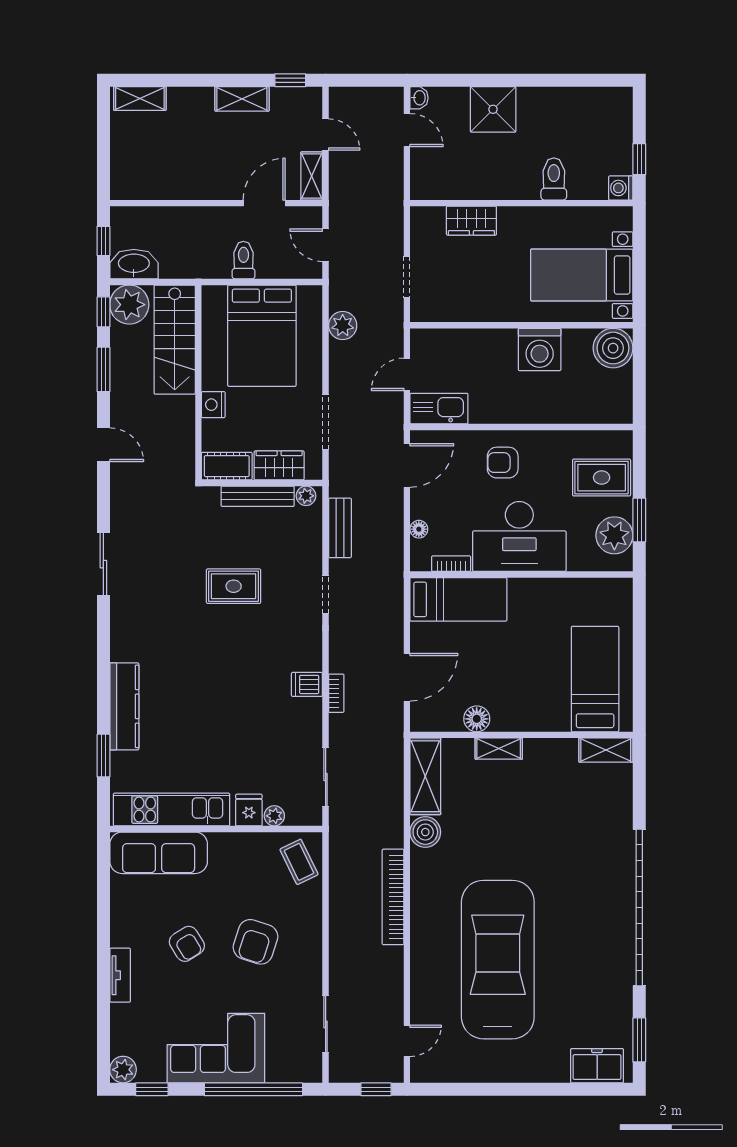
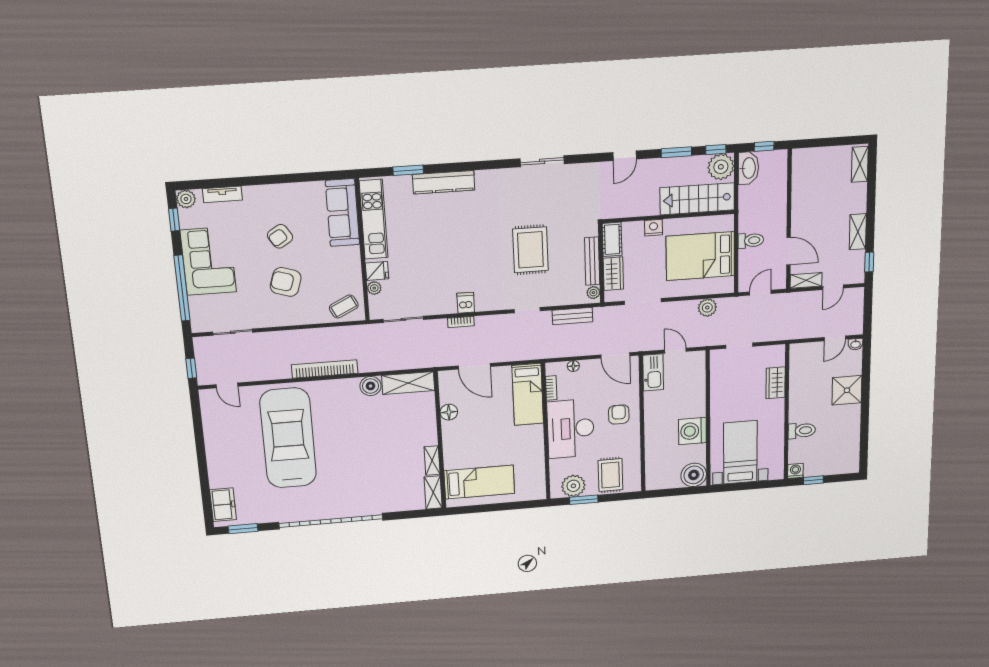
rug: (234, 586) -> (530, 250), width x1.36, depth x1.43
shelving: (499, 749) -> (432, 461), moved
car: (498, 960) -> (288, 438), turned -90
tv unit: (120, 975) -> (222, 194), moved

